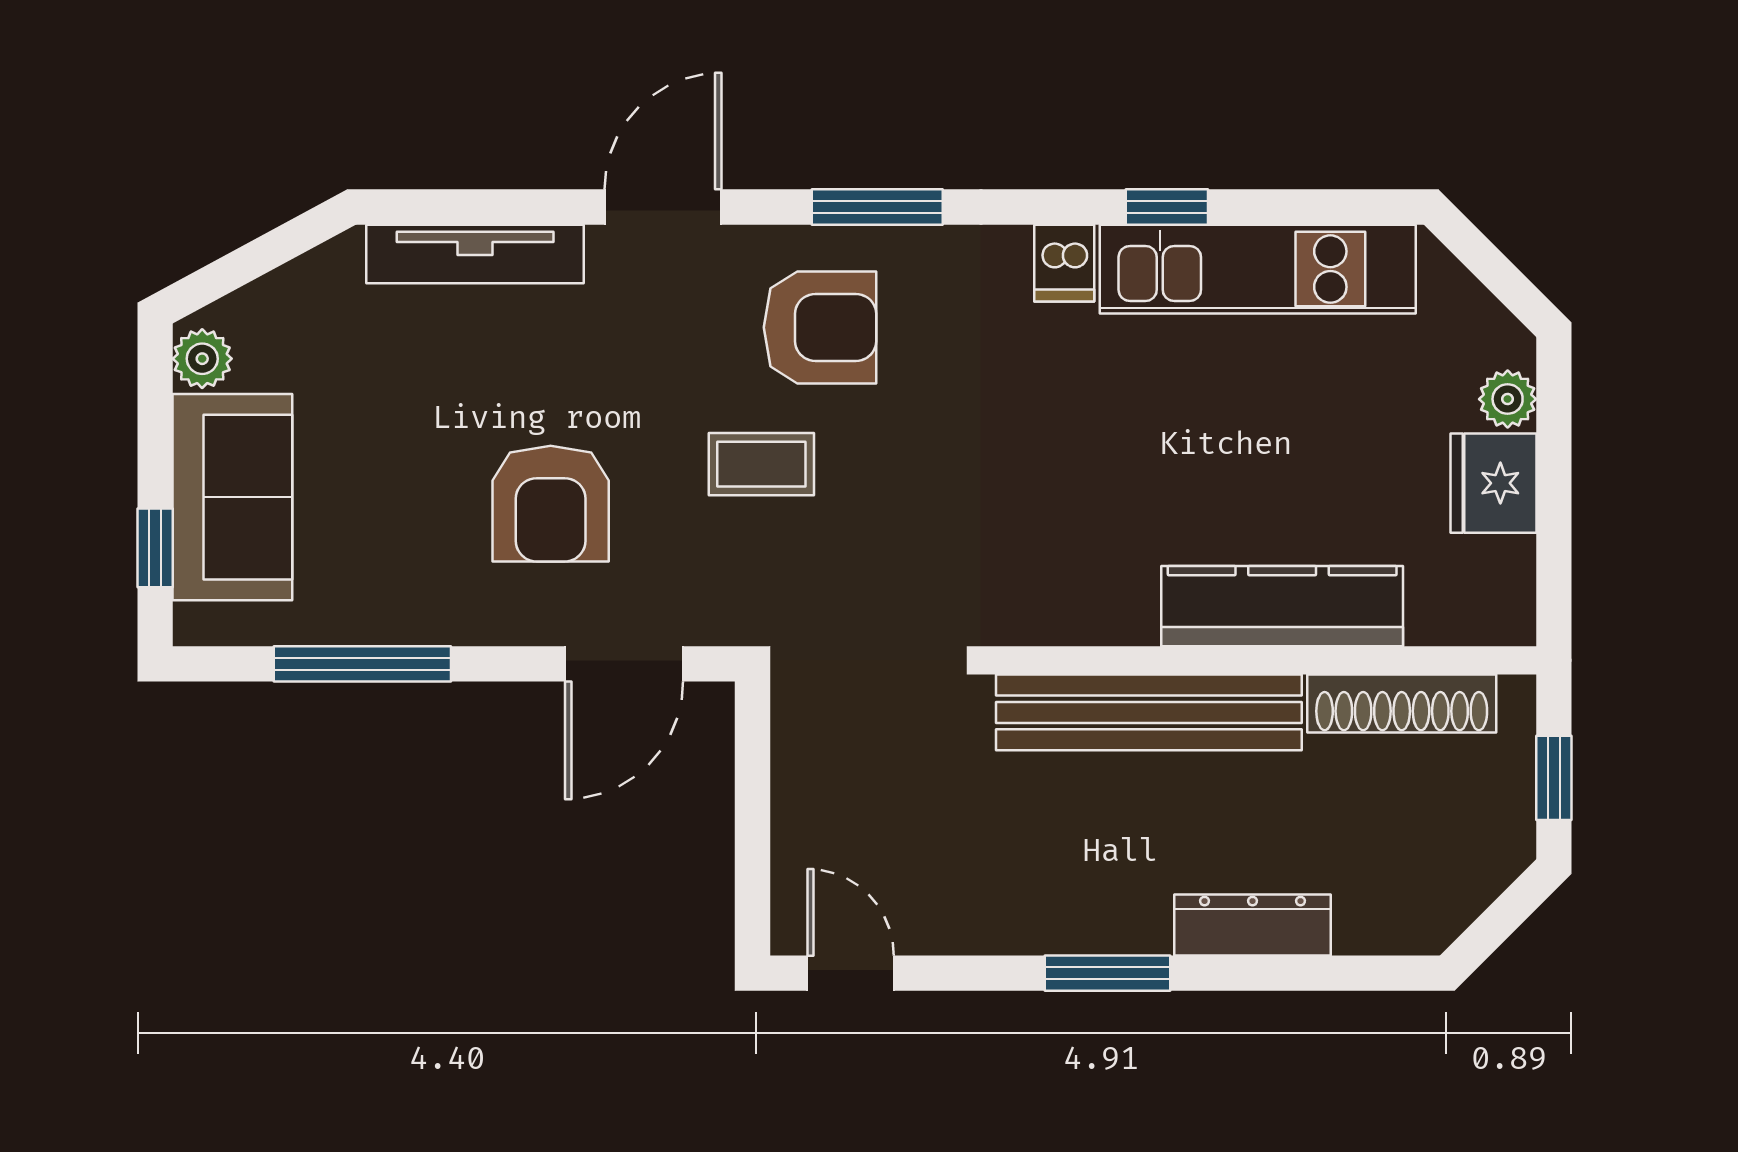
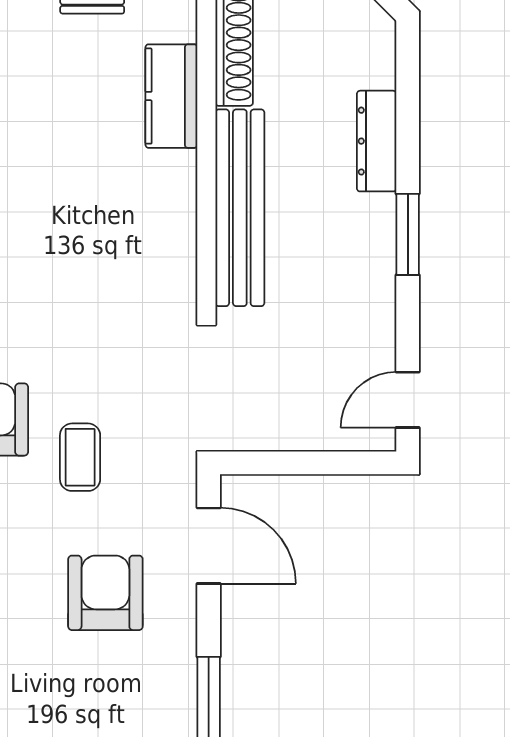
armchair: (551, 504) -> (105, 593), turned -90
kitchen counter: (1282, 606) -> (171, 96), width x0.67

